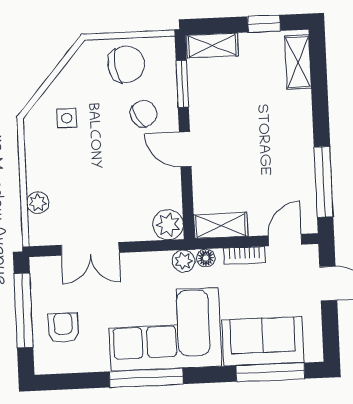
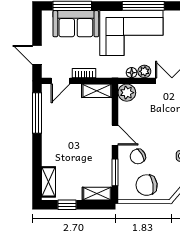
floor lamp: (206, 258) -> (132, 73), moved
plant: (184, 261) -> (144, 71), moved

